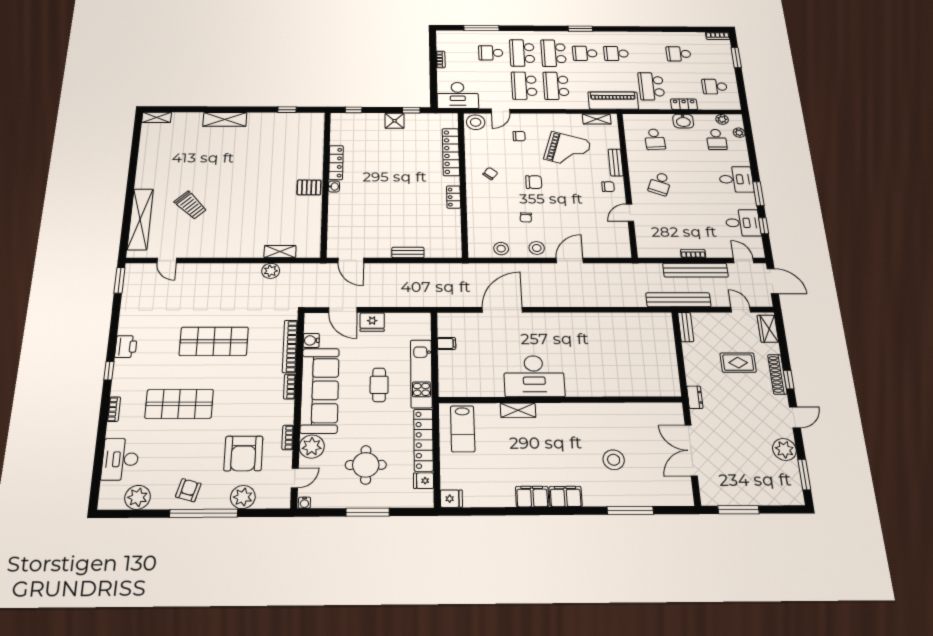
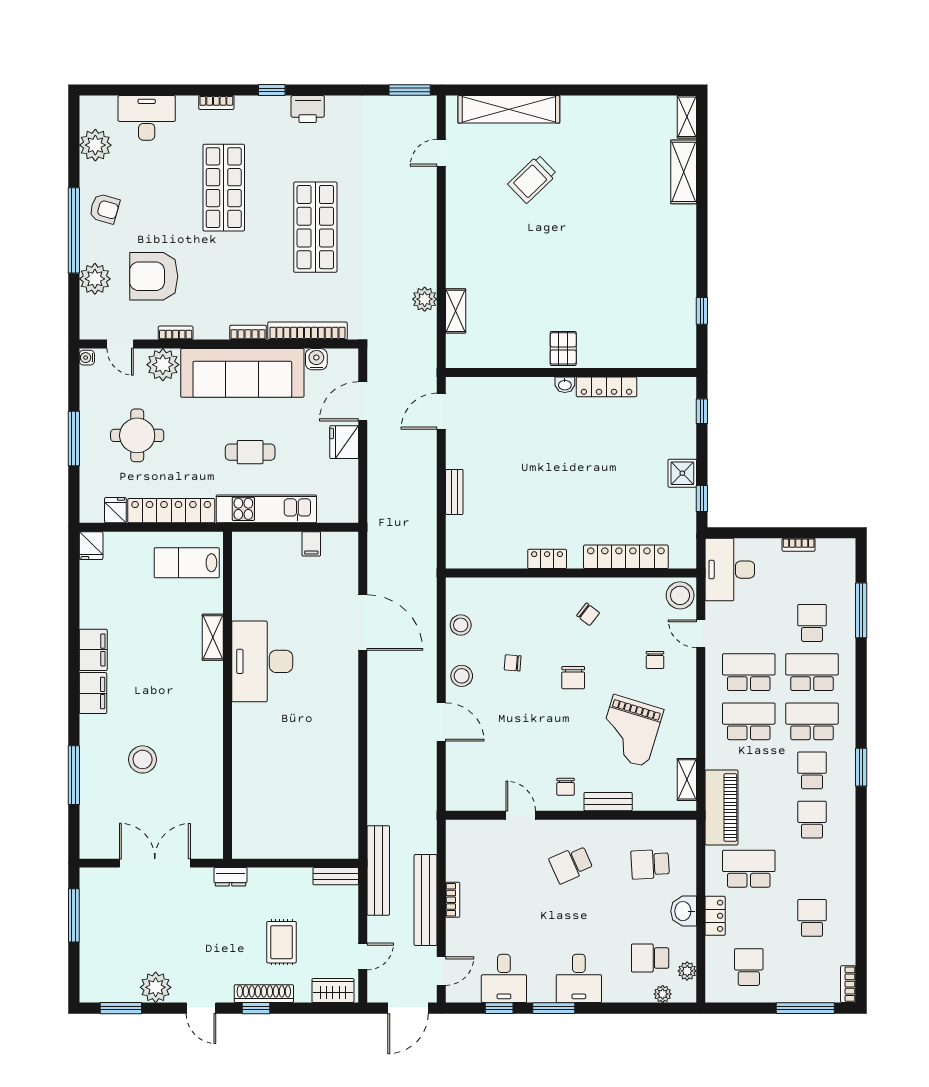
window: (736, 58) -> (805, 1008), width x1.44
shelving: (225, 119) -> (684, 172), moved
school desk: (660, 184) -> (571, 864), turned -45

